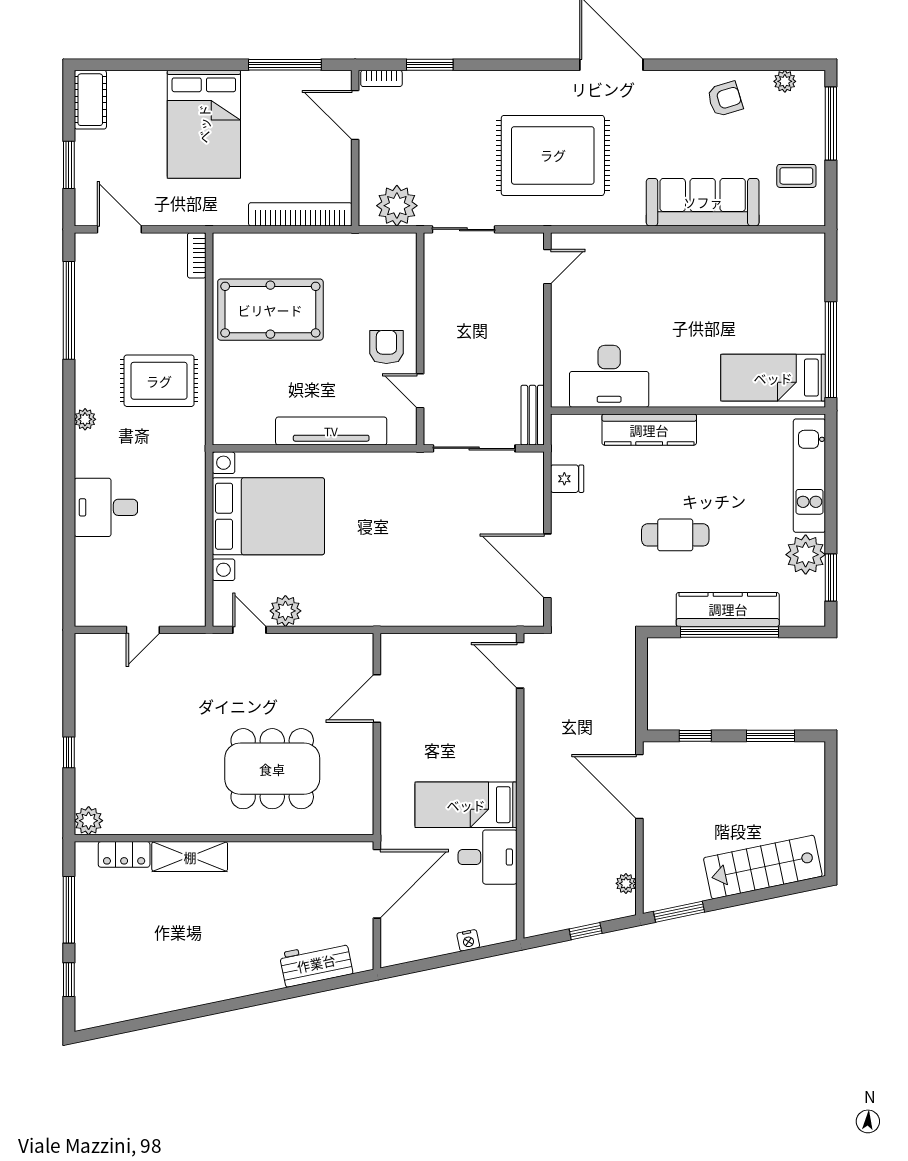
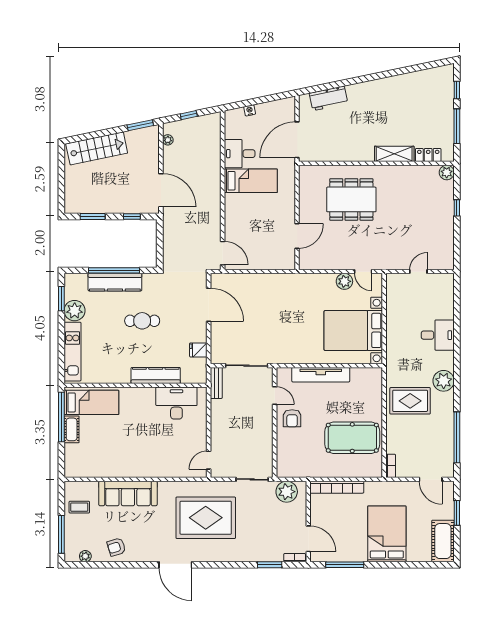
cot: (90, 100) -> (443, 541), width x1.37, depth x1.34
cot: (811, 326) -> (72, 429), added
plant: (85, 419) -> (444, 381), width x1.88, depth x1.88

